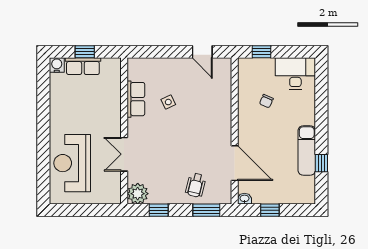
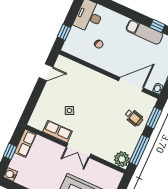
row of seats: (83, 66) -> (25, 143), moved
double door: (124, 154) -> (79, 151), moved
window: (159, 210) -> (139, 150), width x2.17

